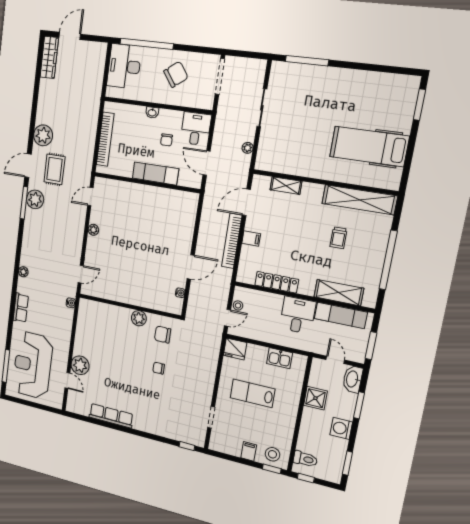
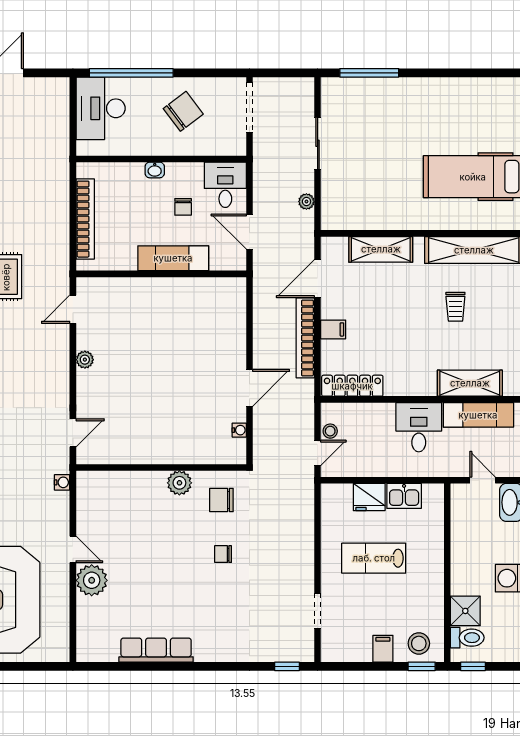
shelving: (286, 186) -> (381, 249), width x1.50, depth x1.33
locker: (277, 282) -> (352, 386), moved
fridge: (235, 349) -> (369, 497), moved
door: (67, 380) -> (73, 549), moved
shower: (315, 398) -> (465, 611), moved

